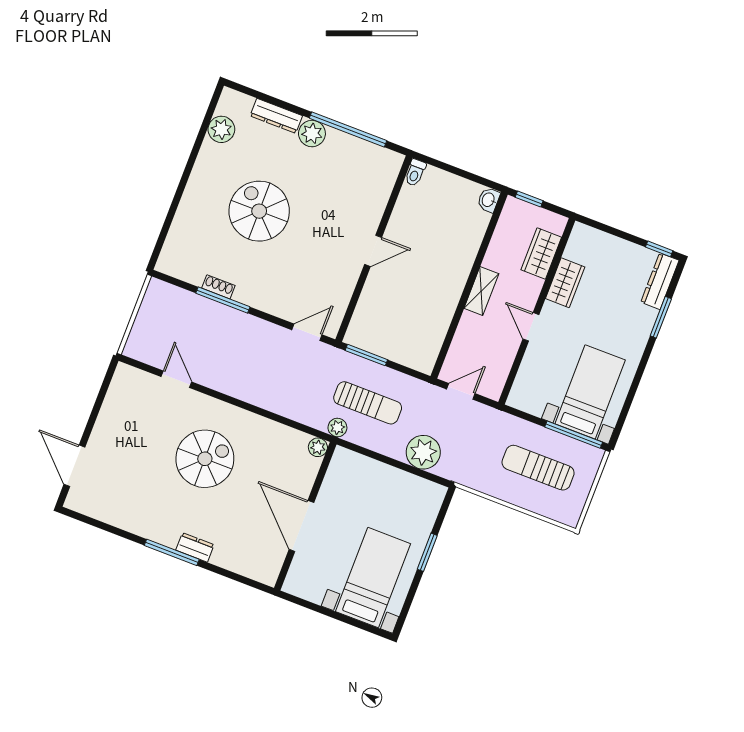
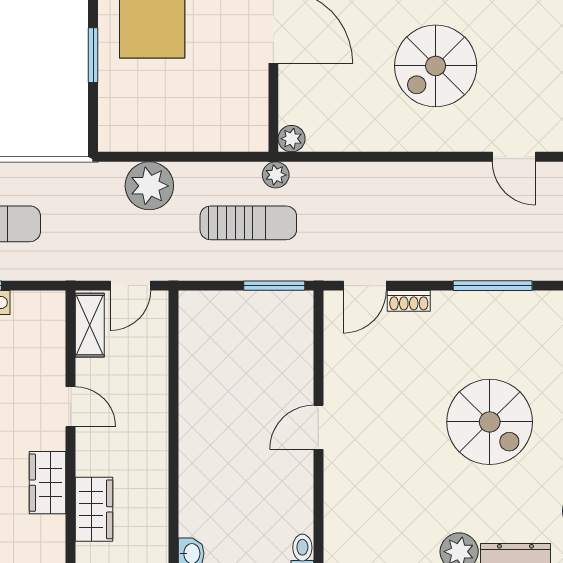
shoe rack: (218, 287) -> (409, 301), moved
shelving: (481, 291) -> (90, 325), moved
sun lounger: (368, 403) -> (248, 223), turned 180

